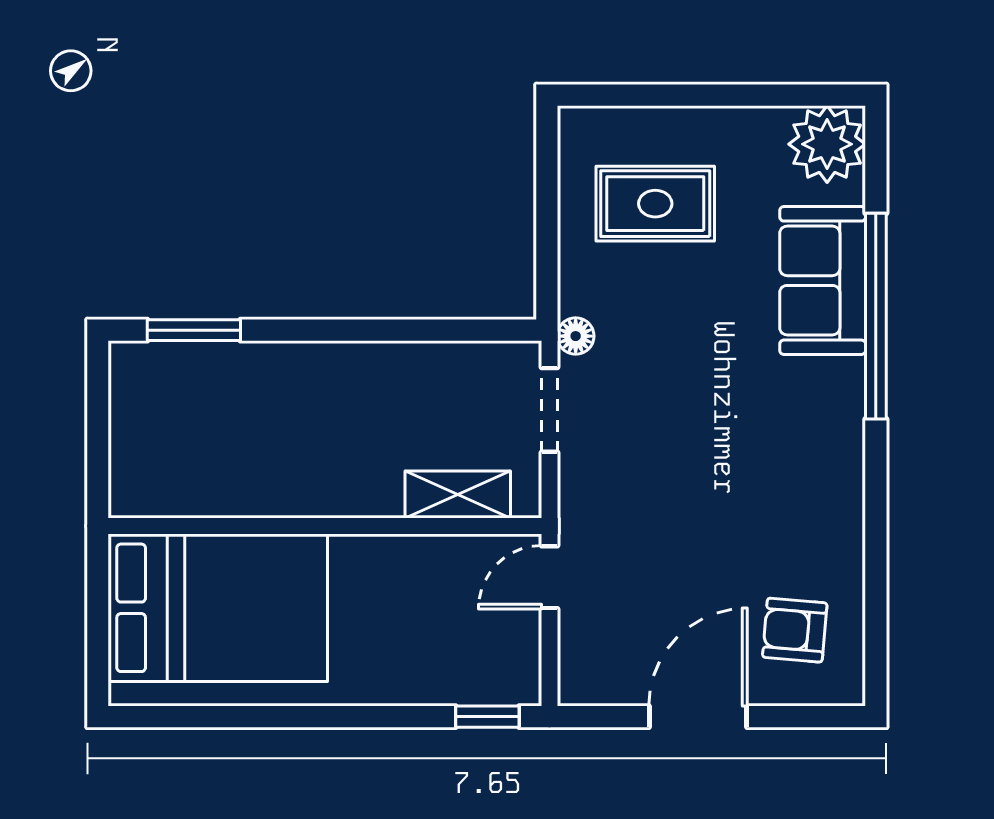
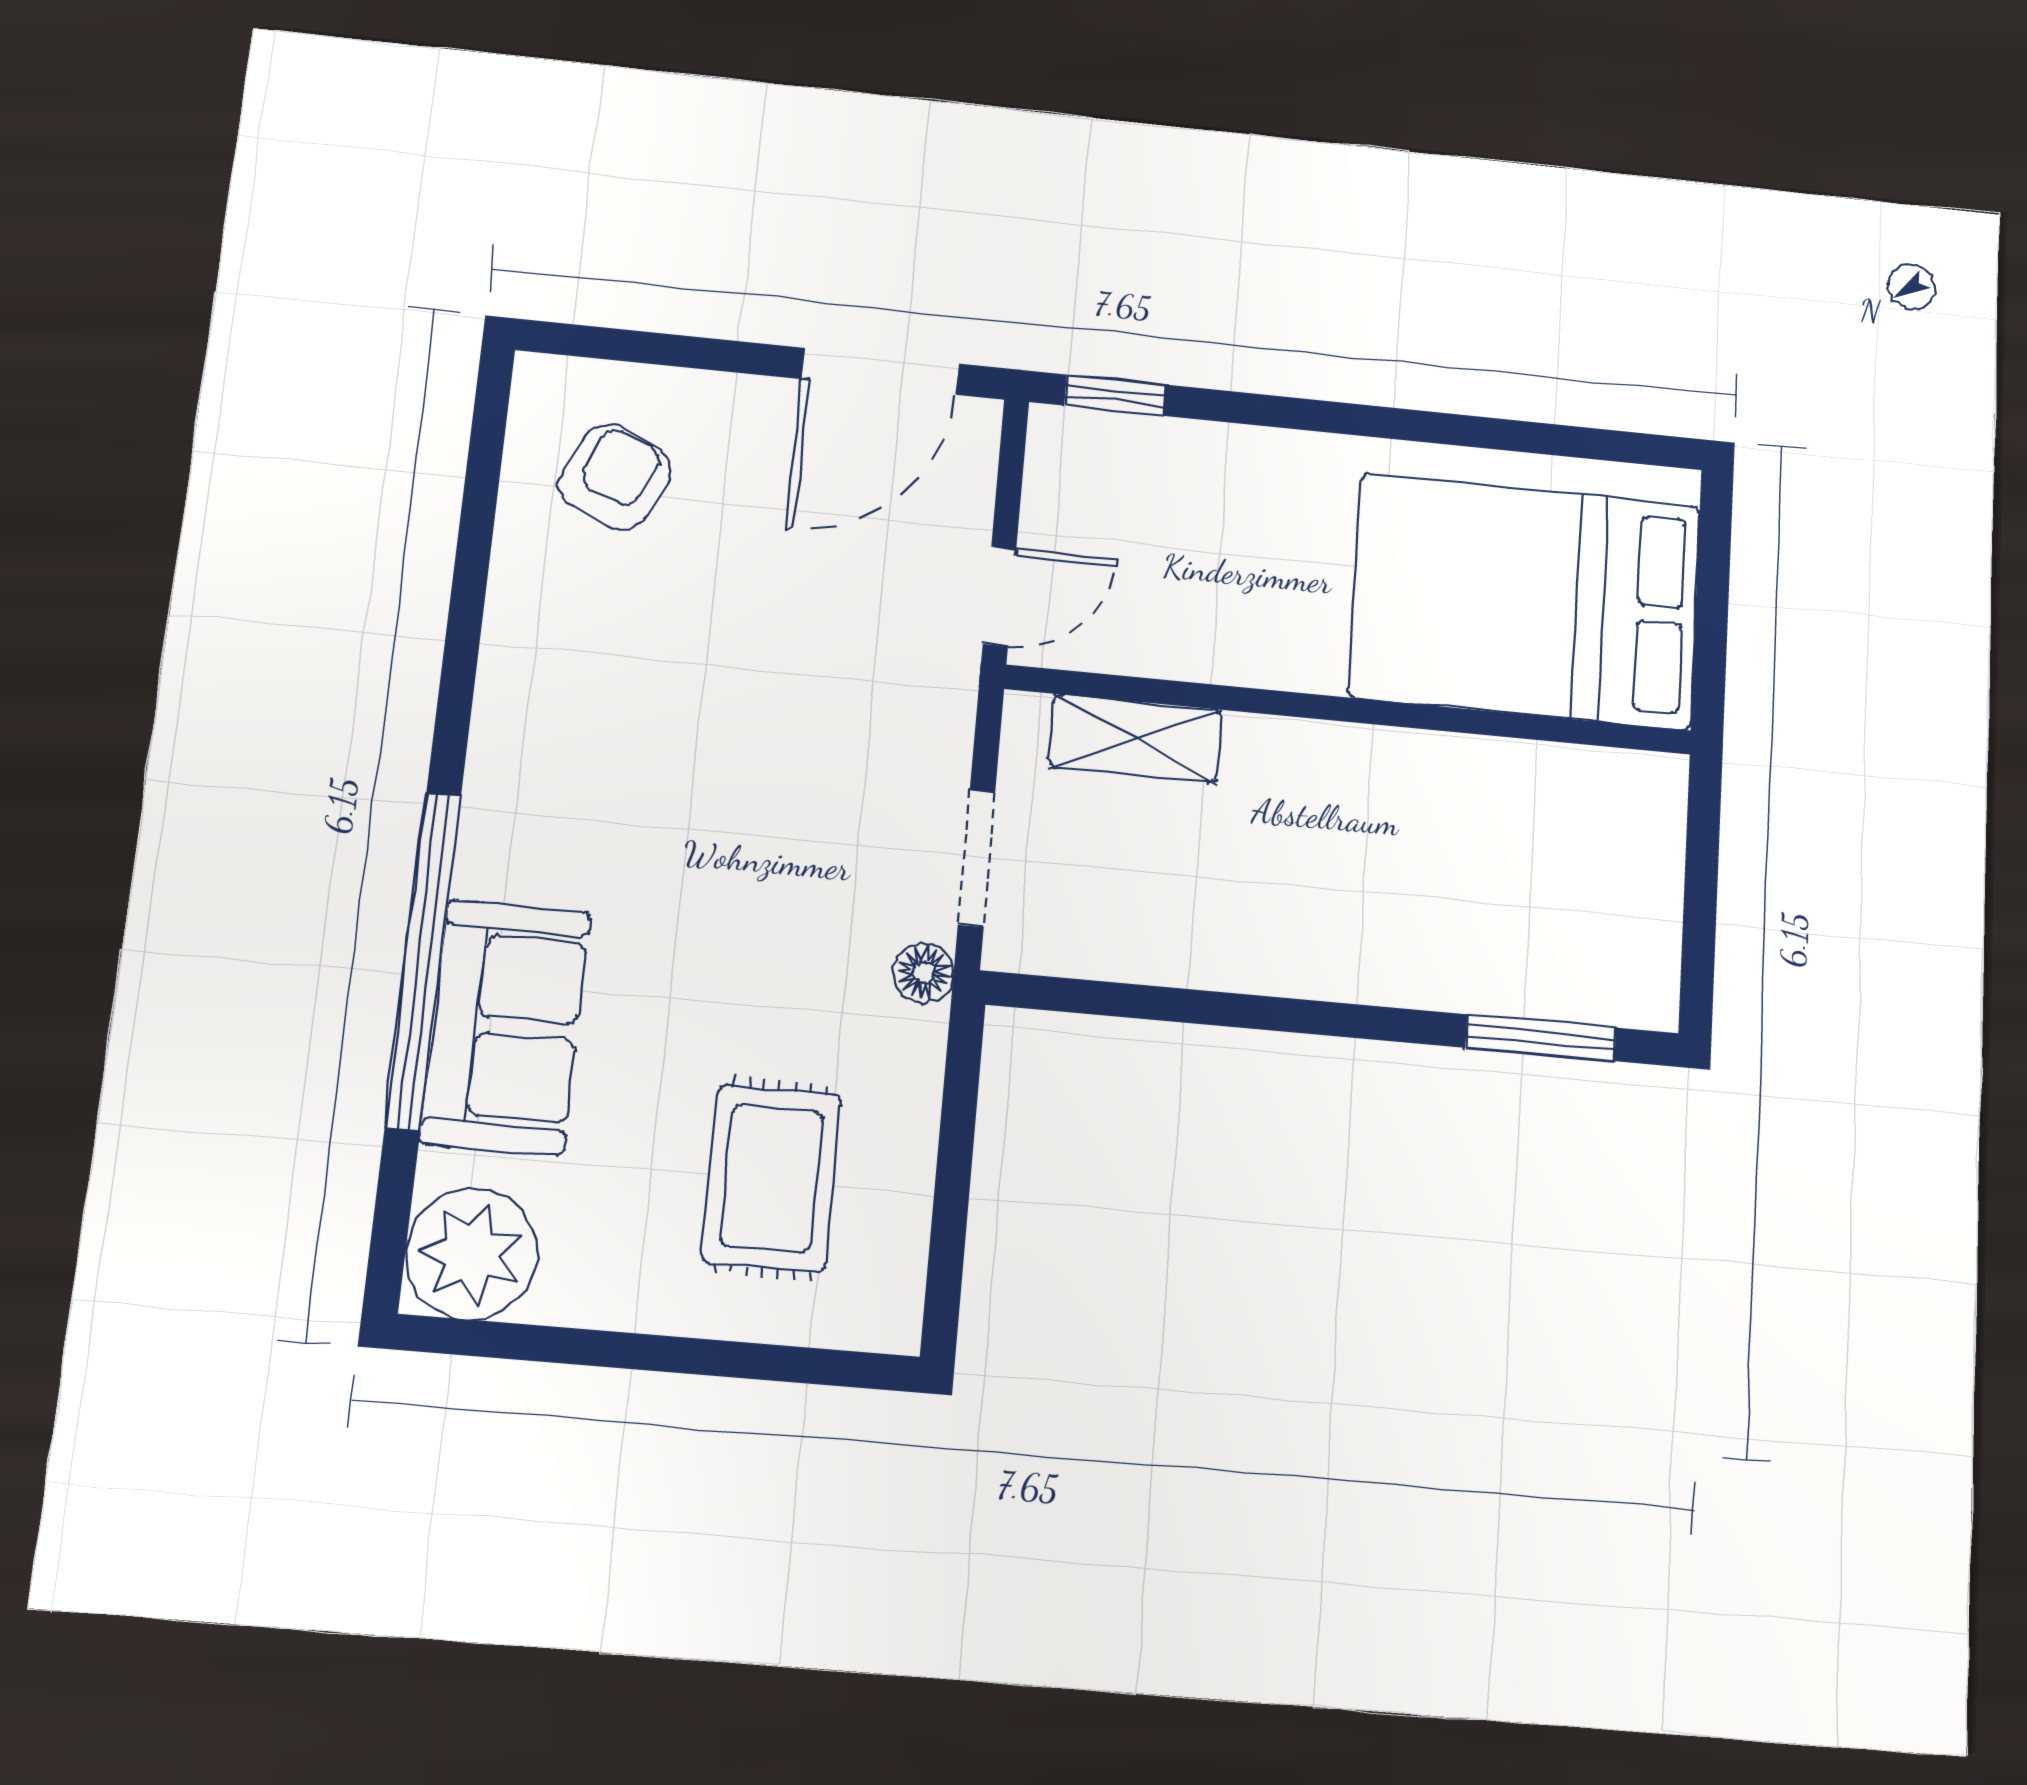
rug: (655, 204) -> (771, 1178), turned 90
armchair: (795, 630) -> (615, 477), turned -71
door: (698, 717) -> (880, 371), moved

